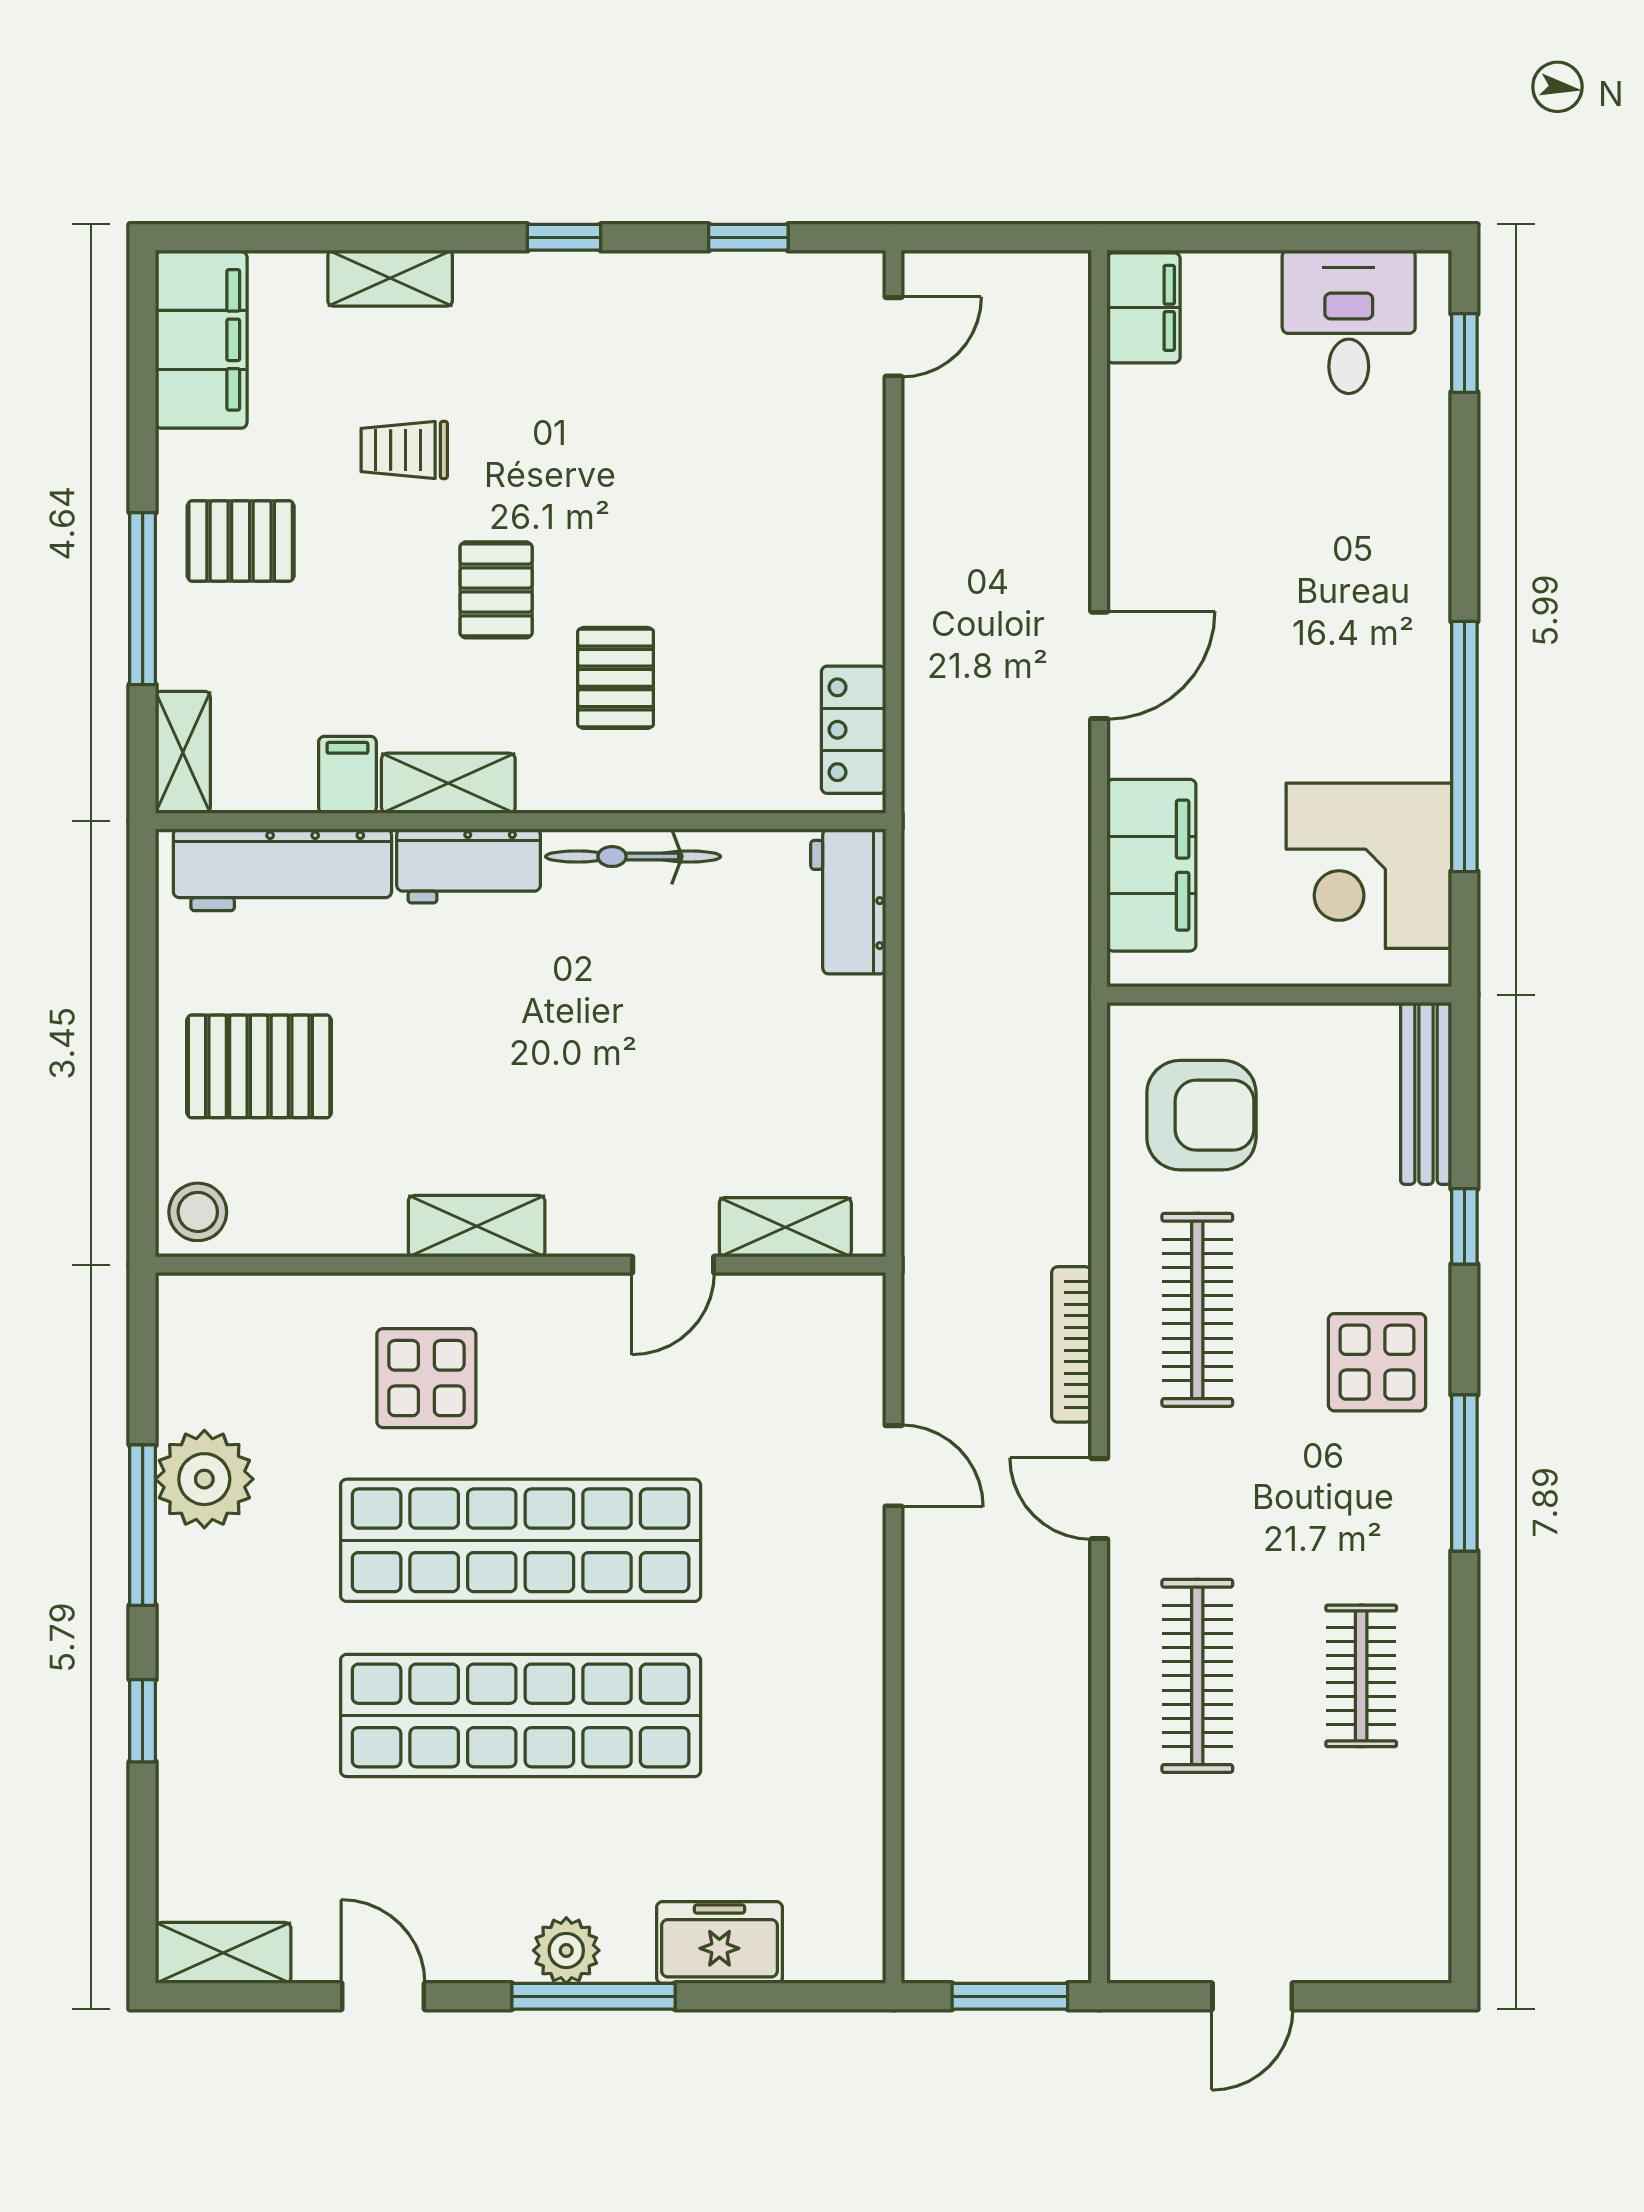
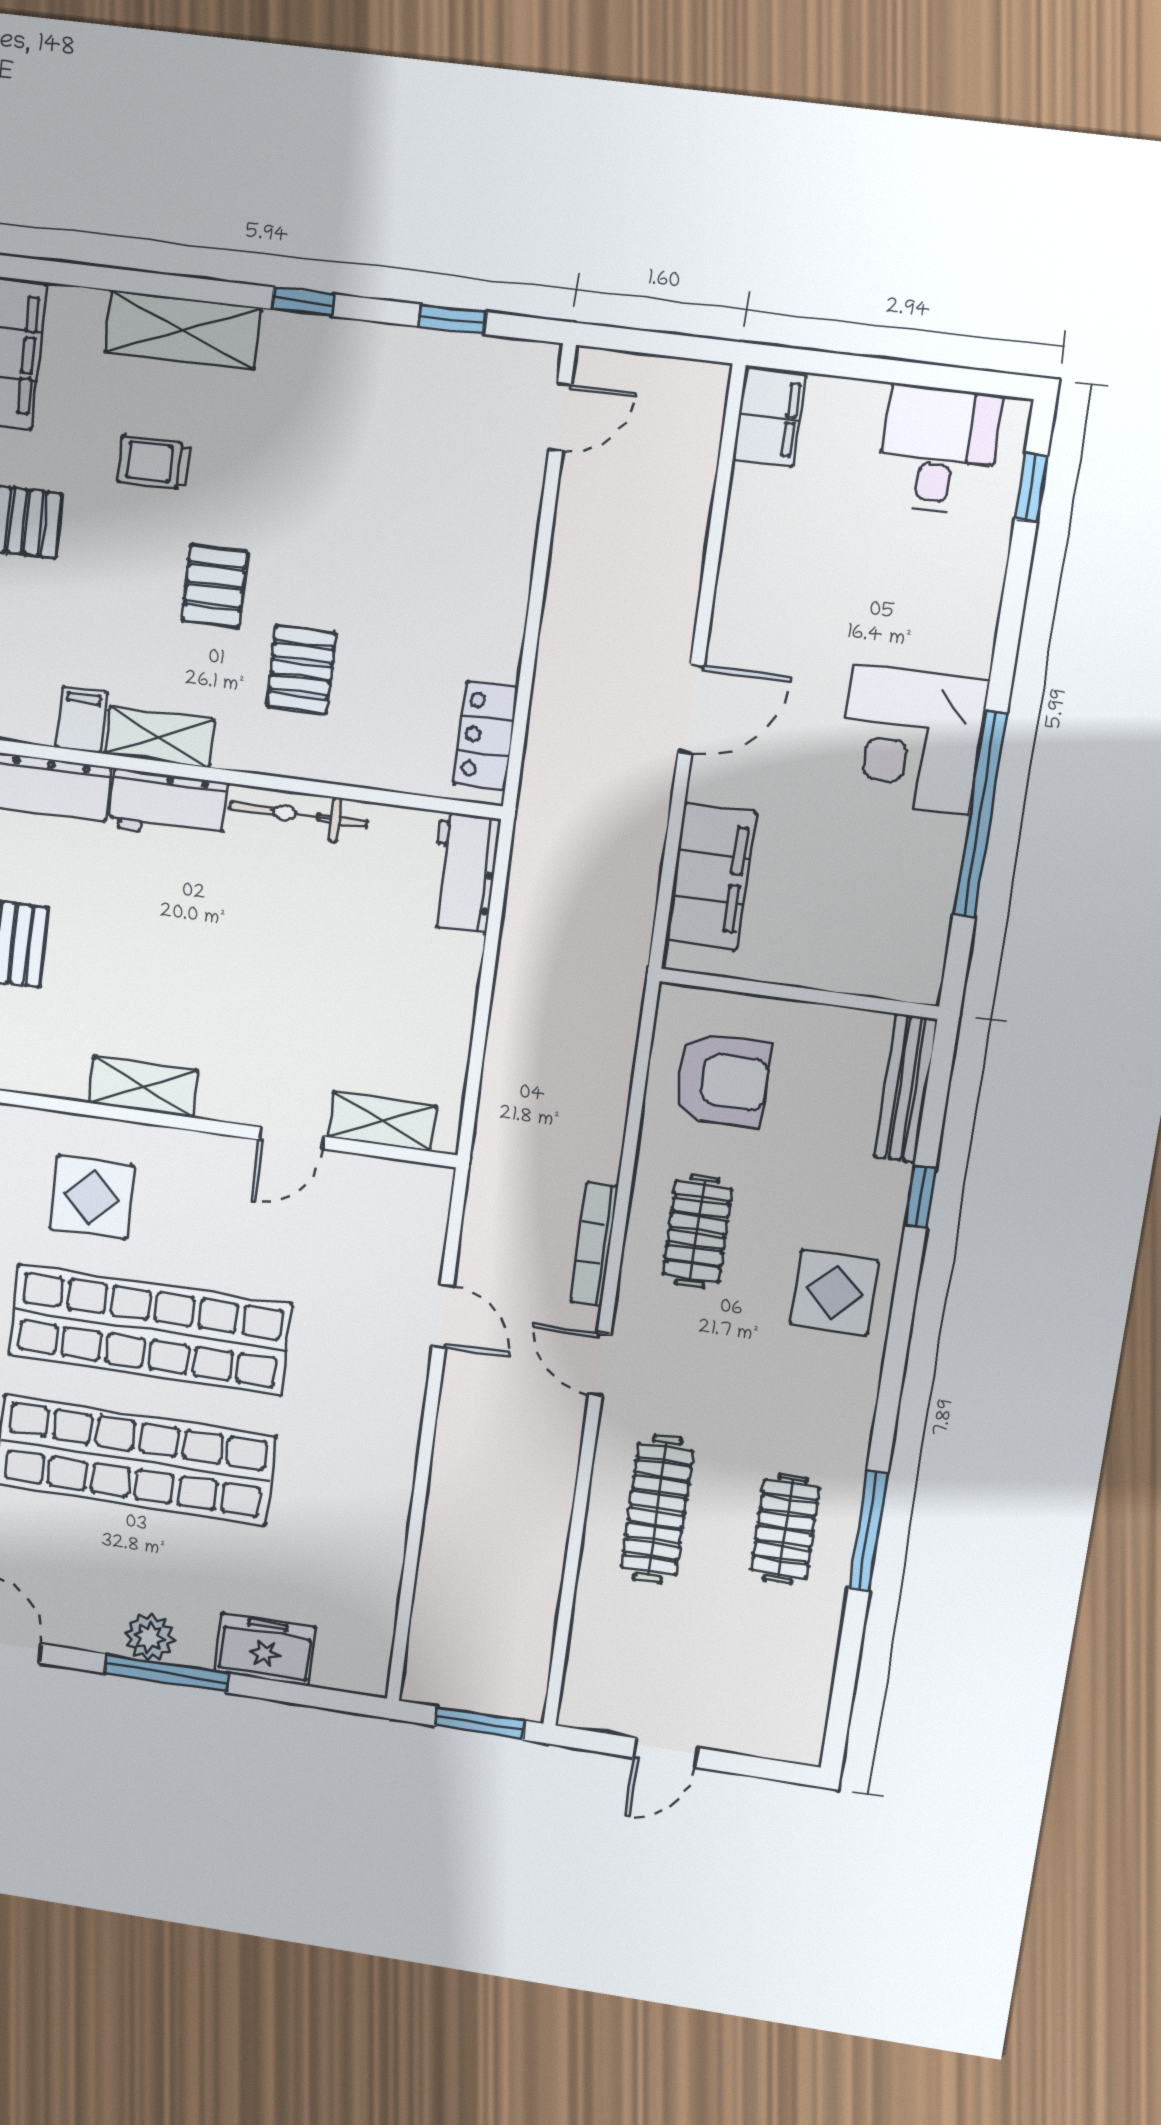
shelving: (390, 278) -> (183, 330), width x1.50, depth x1.33
corner desk: (1369, 866) -> (911, 740), moved
clothes rail: (1197, 1310) -> (697, 1231), width x0.73
window: (1464, 1473) -> (868, 1531), moved

